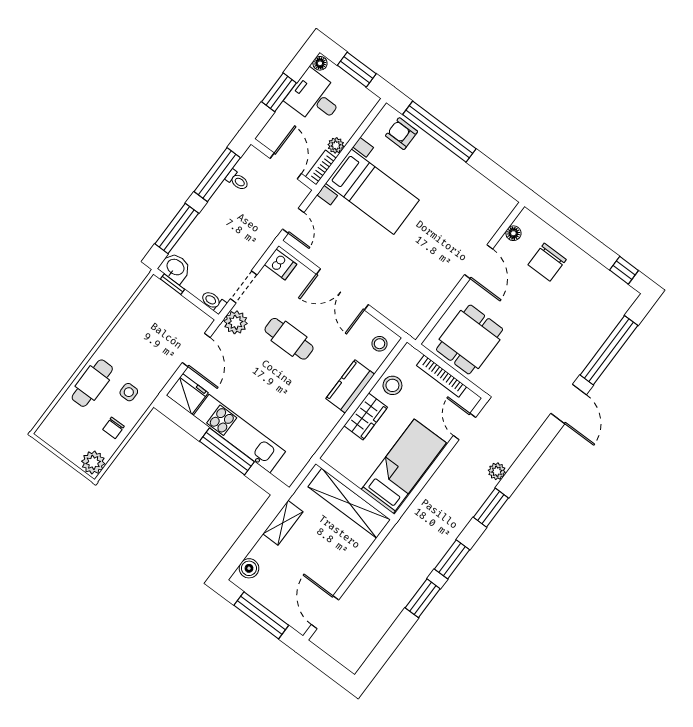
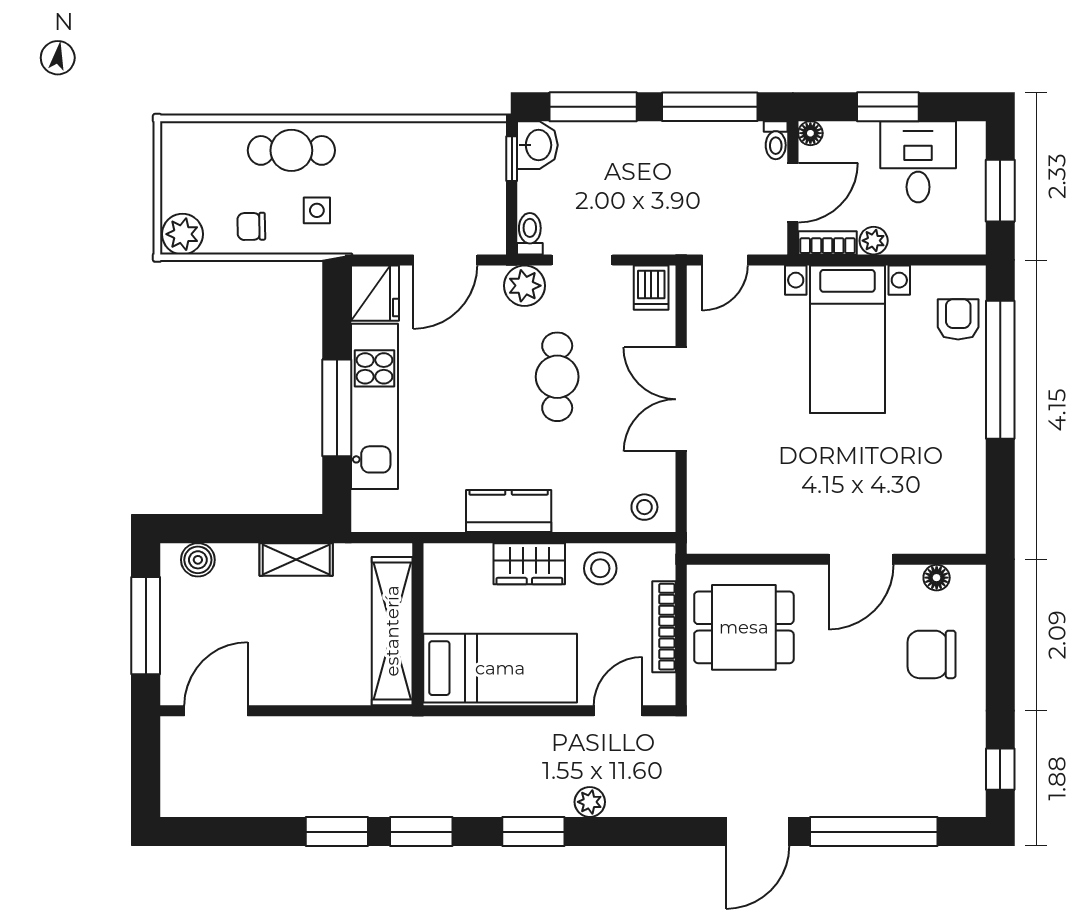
floor lamp: (320, 63) -> (810, 133), moved
toilet: (237, 180) -> (776, 140), moved
kitchen counter: (350, 386) -> (509, 511), moved

